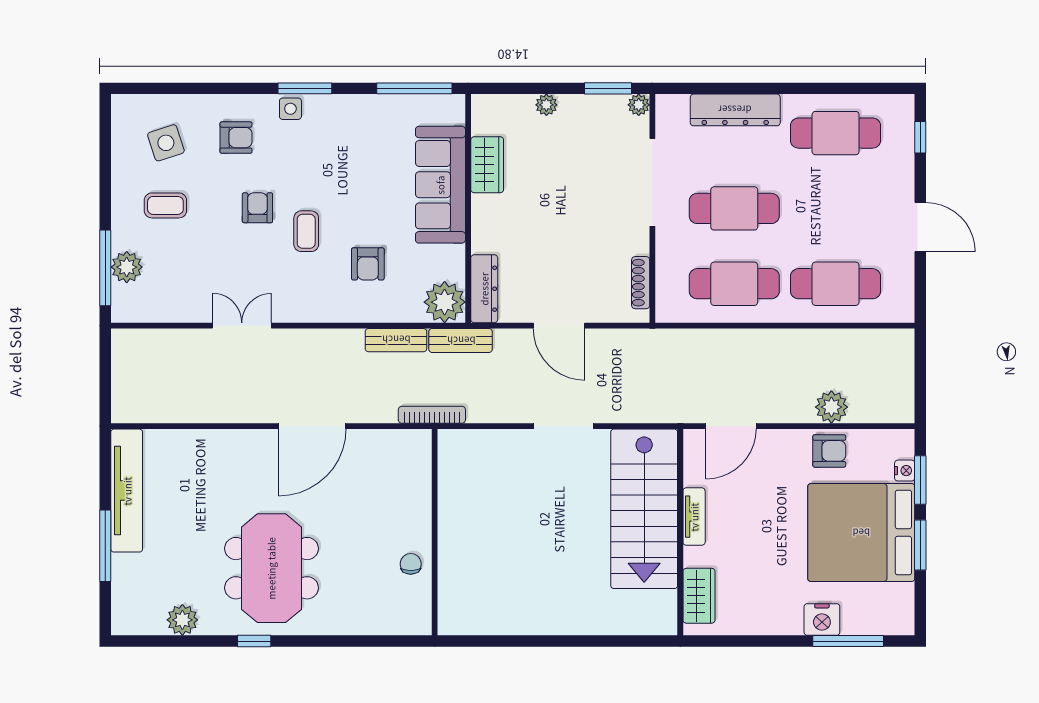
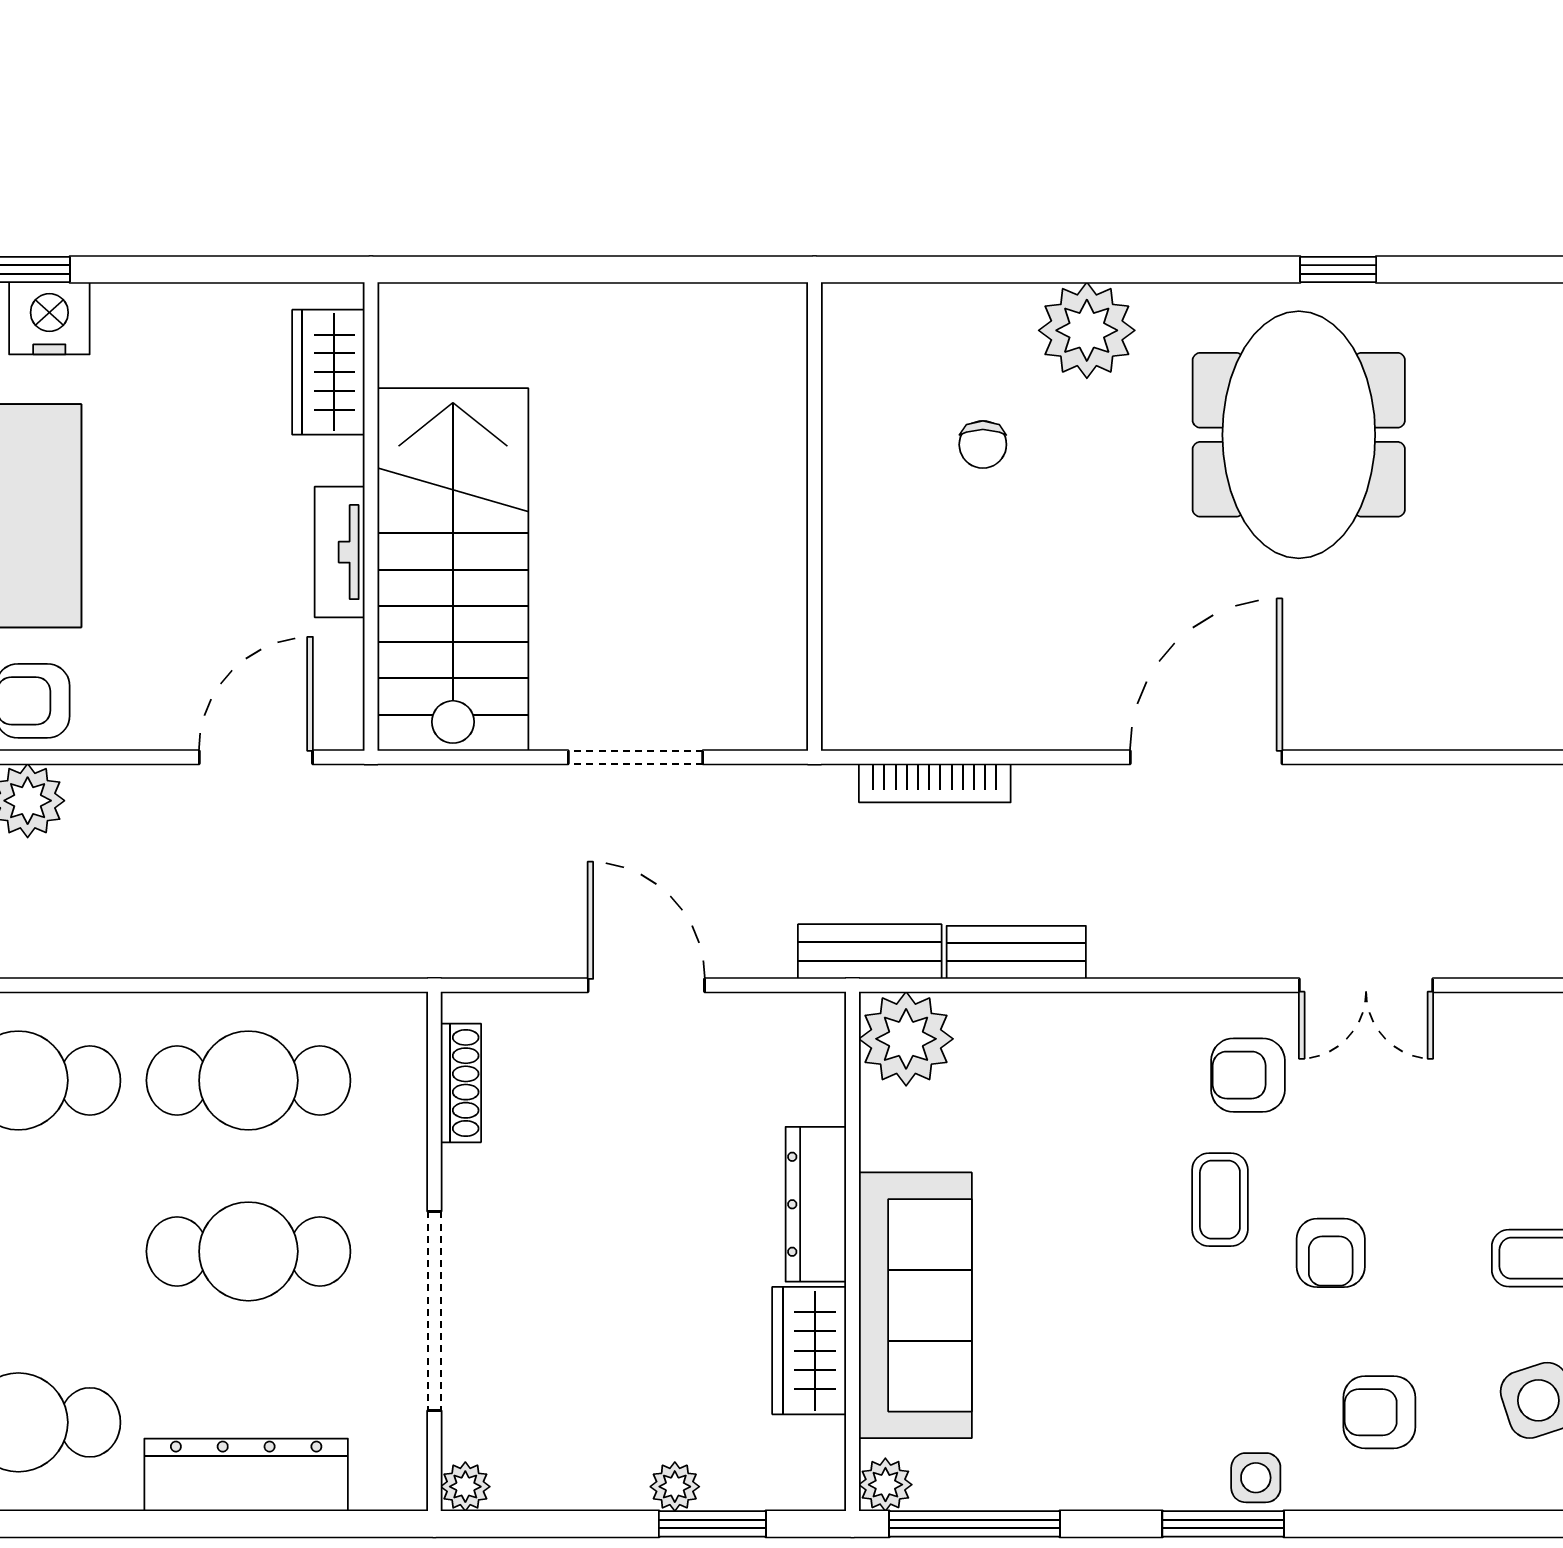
window: (608, 88) -> (712, 1524), moved
plant: (454, 106) -> (885, 1485), added
armchair: (368, 264) -> (1248, 1075), moved, turned -90
dresser: (484, 289) -> (816, 1204), moved
wall: (435, 532) -> (814, 517), moved
plant: (182, 620) -> (1087, 330), moved, width x1.36, depth x1.36

